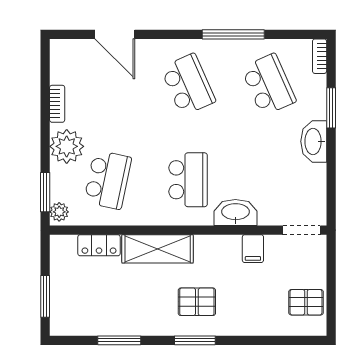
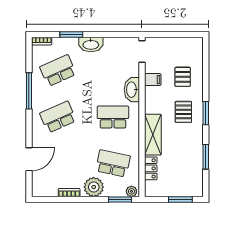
pallet: (306, 302) -> (183, 77), moved

